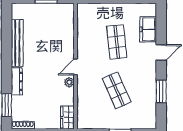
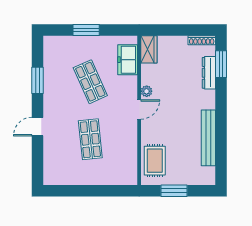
rug: (62, 24) -> (155, 161), added
freezer: (148, 29) -> (128, 60), moved, turned 180
dresser: (17, 81) -> (209, 73), moved

